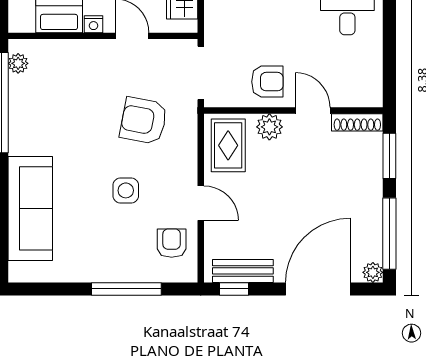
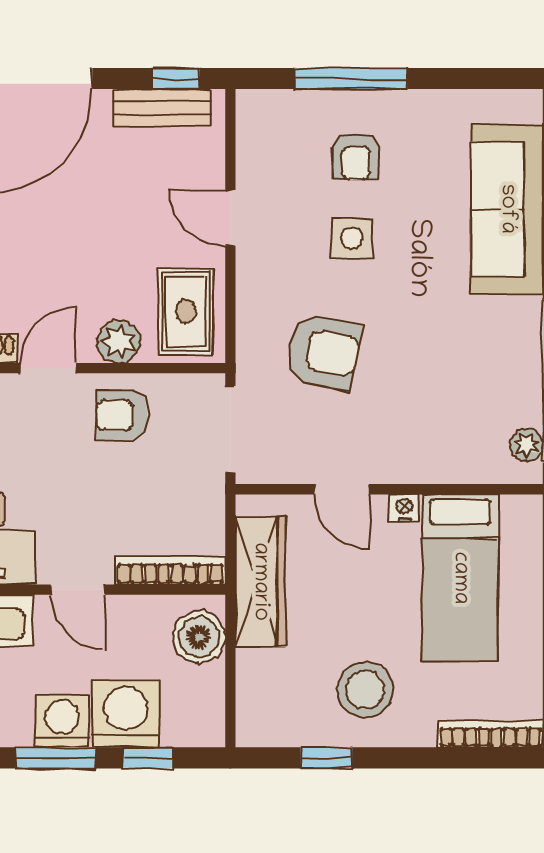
door: (313, 111) -> (48, 368), swing flipped
armchair: (172, 243) -> (356, 157), moved

